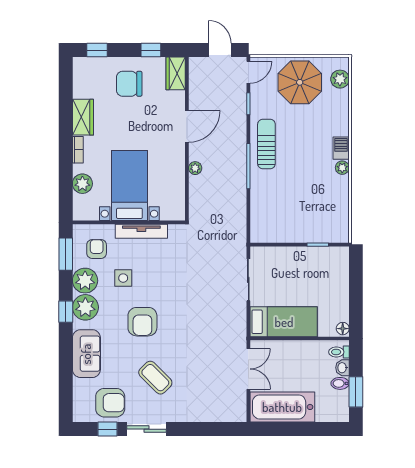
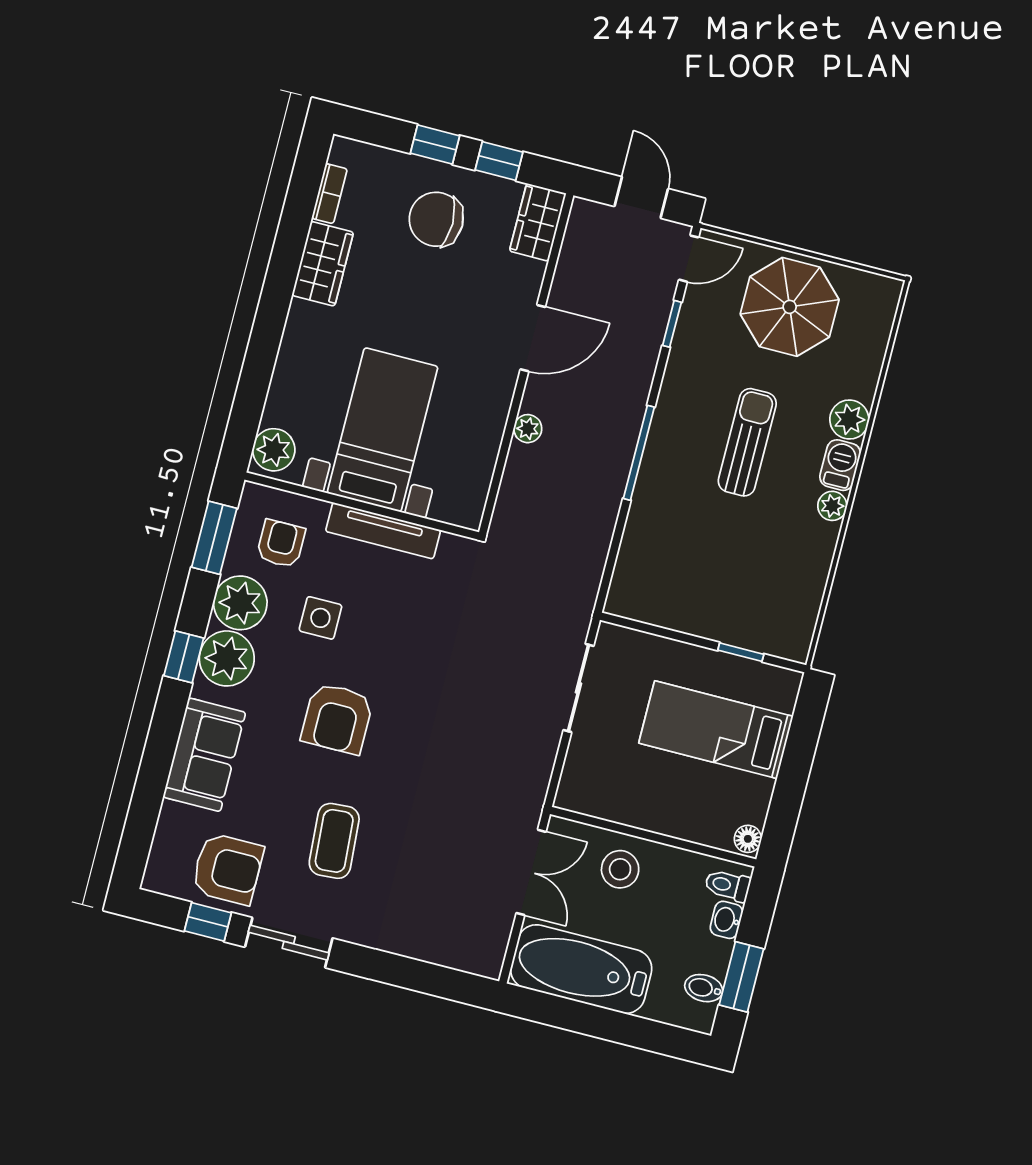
window: (97, 50) -> (435, 145), moved
plant: (340, 79) -> (849, 420), moved
sun lounger: (266, 144) -> (747, 442), moved
bookcase: (78, 150) -> (329, 194), moved
plant: (82, 184) -> (274, 450), moved
bed: (284, 322) -> (716, 730), moved, turned 180
stool: (288, 357) -> (620, 869), added
coffee table: (155, 378) -> (334, 841), turned 41
bidet: (340, 383) -> (704, 988), moved

